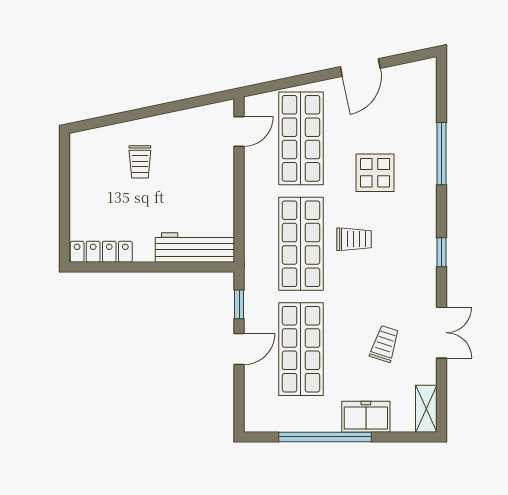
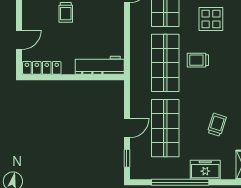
door: (64, 206) -> (19, 40), added
trolley: (354, 239) -> (198, 60), turned 180
window: (239, 304) -> (127, 158), moved

